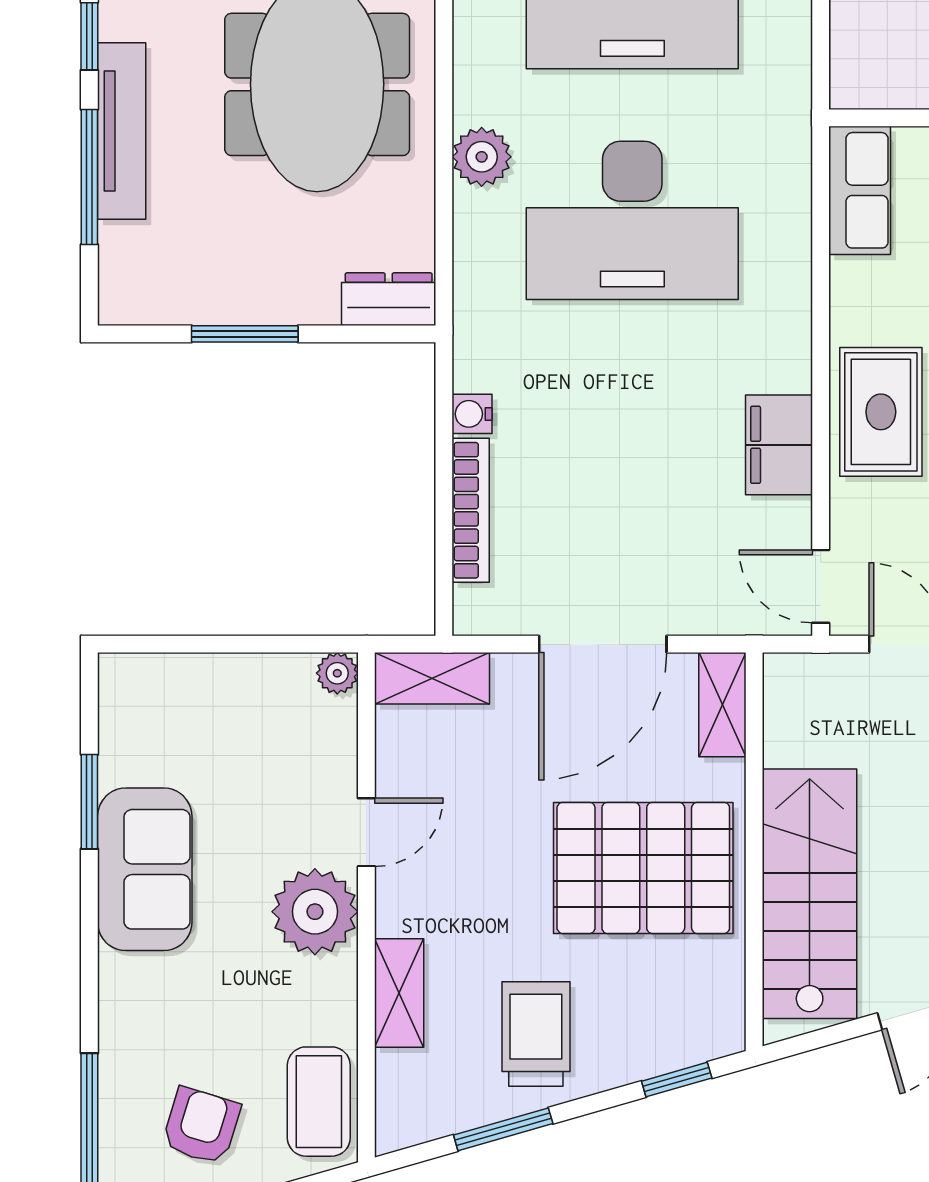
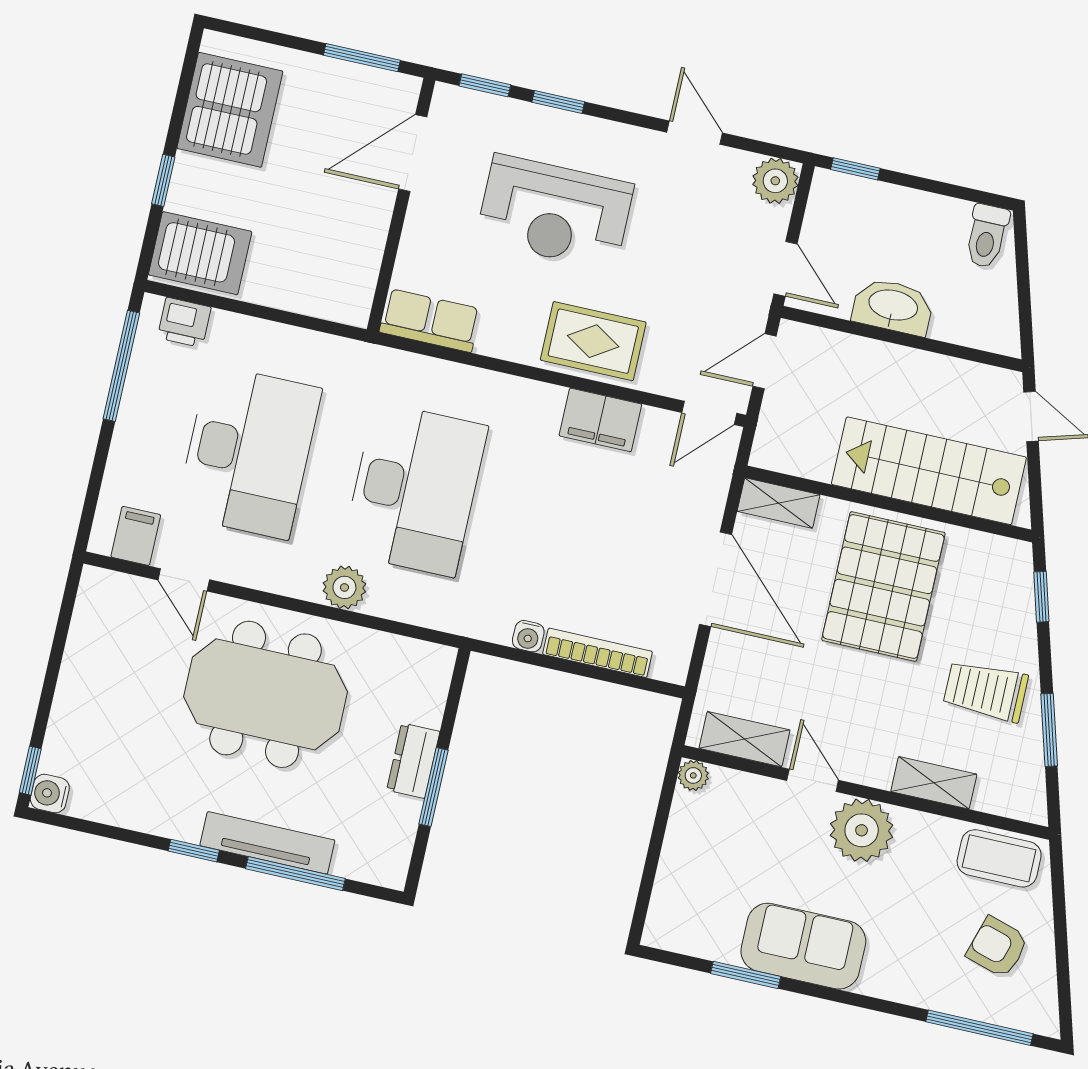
dresser: (389, 299) -> (413, 761), moved
shelving: (432, 678) -> (744, 739), moved, turned 90

